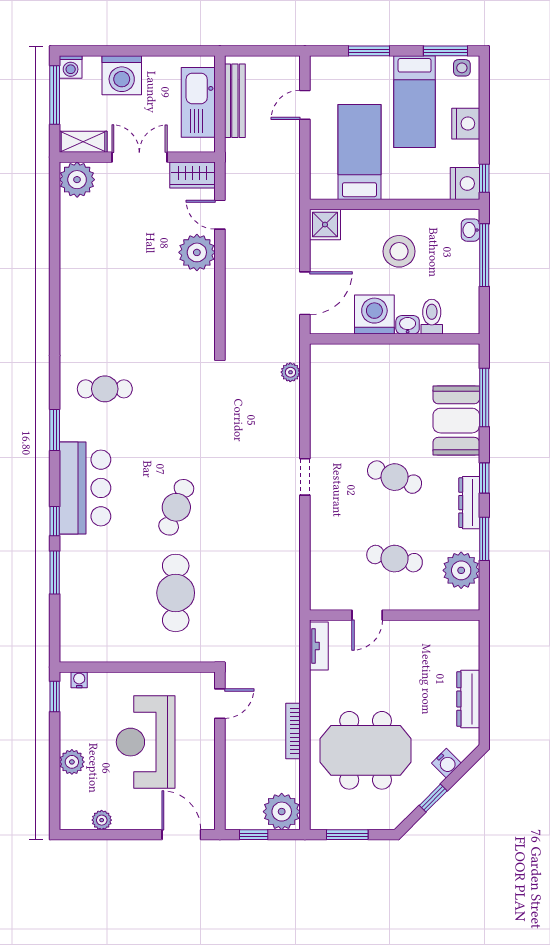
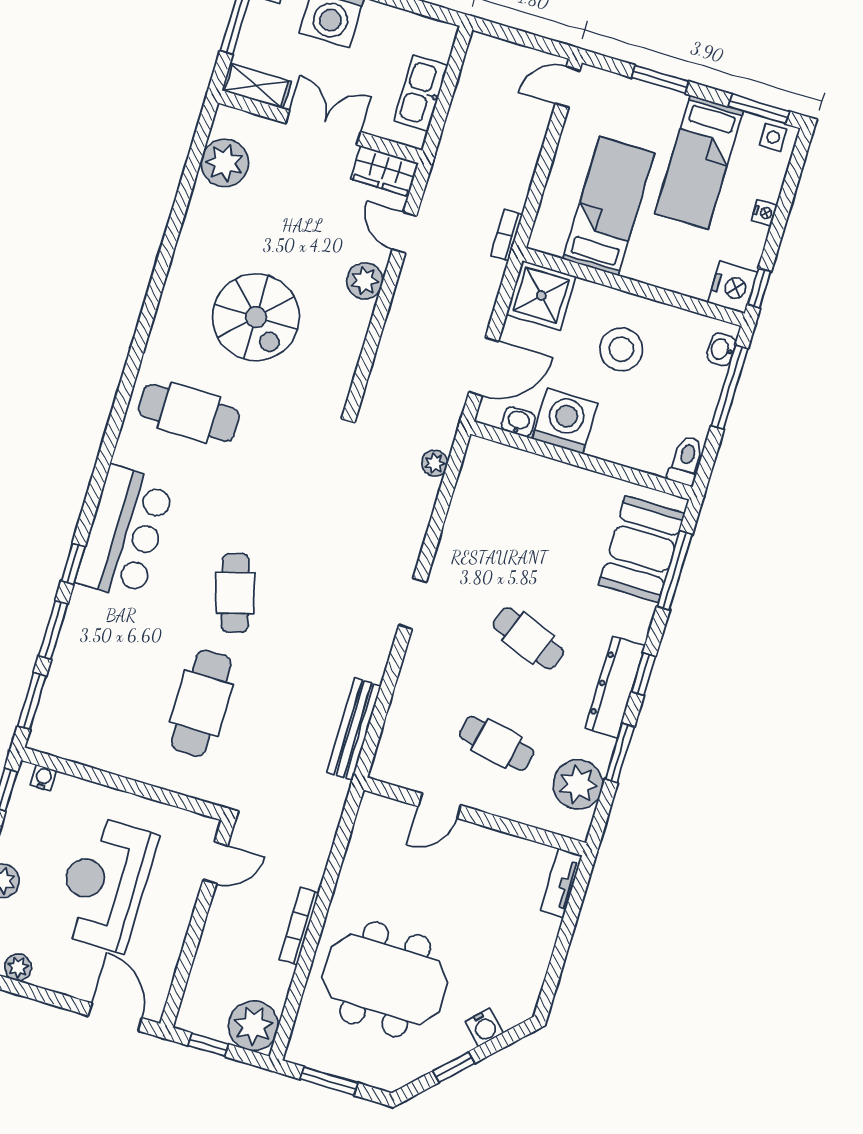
bench: (235, 101) -> (354, 729), moved
kitchen sink: (198, 102) -> (421, 93), width x0.73, depth x0.81
door: (305, 105) -> (568, 87), moved
nightstand: (466, 124) -> (764, 213), width x0.53, depth x0.56
plant: (77, 180) -> (225, 163), moved
bookcase: (293, 194) -> (506, 235), added
shower: (325, 225) -> (541, 295), width x1.36, depth x1.36
plant: (197, 252) -> (365, 281), width x0.73, depth x0.73
spiral stairs: (132, 306) -> (256, 317), added
toilet: (432, 317) -> (686, 460), moved
washbasin: (408, 325) -> (518, 422), moved
cafe table: (105, 389) -> (189, 413), width x1.37, depth x1.35
booth: (456, 421) -> (642, 549), moved
window: (55, 430) -> (32, 701), moved
dresser: (469, 503) -> (615, 687), width x1.37, depth x1.24
cafe table: (176, 507) -> (235, 593), turned -38
tv unit: (319, 646) -> (561, 883), moved, turned 180
dresser: (468, 699) -> (537, 953), removed

